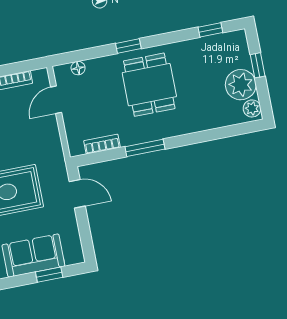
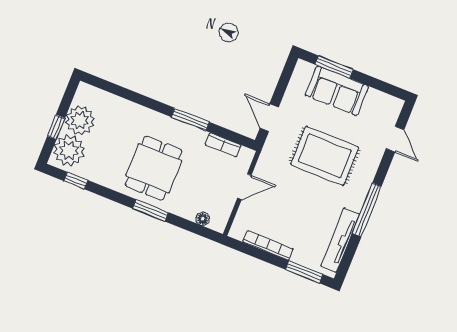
window: (128, 46) -> (150, 210), width x1.50
door: (56, 100) -> (244, 187), moved
plant: (252, 108) -> (69, 150), moved, width x1.88, depth x1.88
window: (49, 275) -> (334, 67), width x1.50

